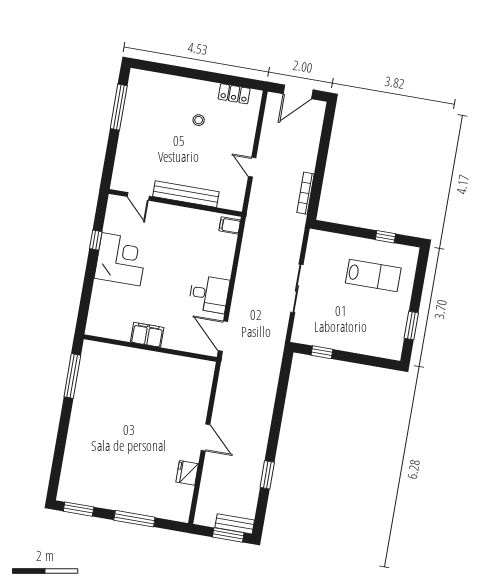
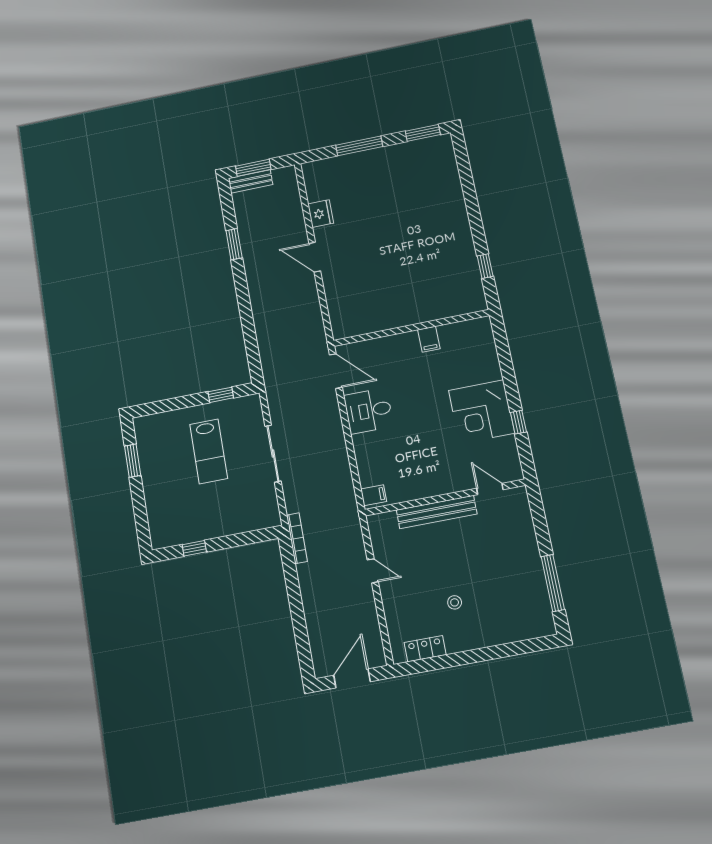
bookcase: (306, 193) -> (297, 538), moved
lab bench: (373, 275) -> (209, 451), moved, turned -90
filing cabinet: (147, 335) -> (429, 339), width x0.50
window: (72, 376) -> (485, 266), width x0.46

